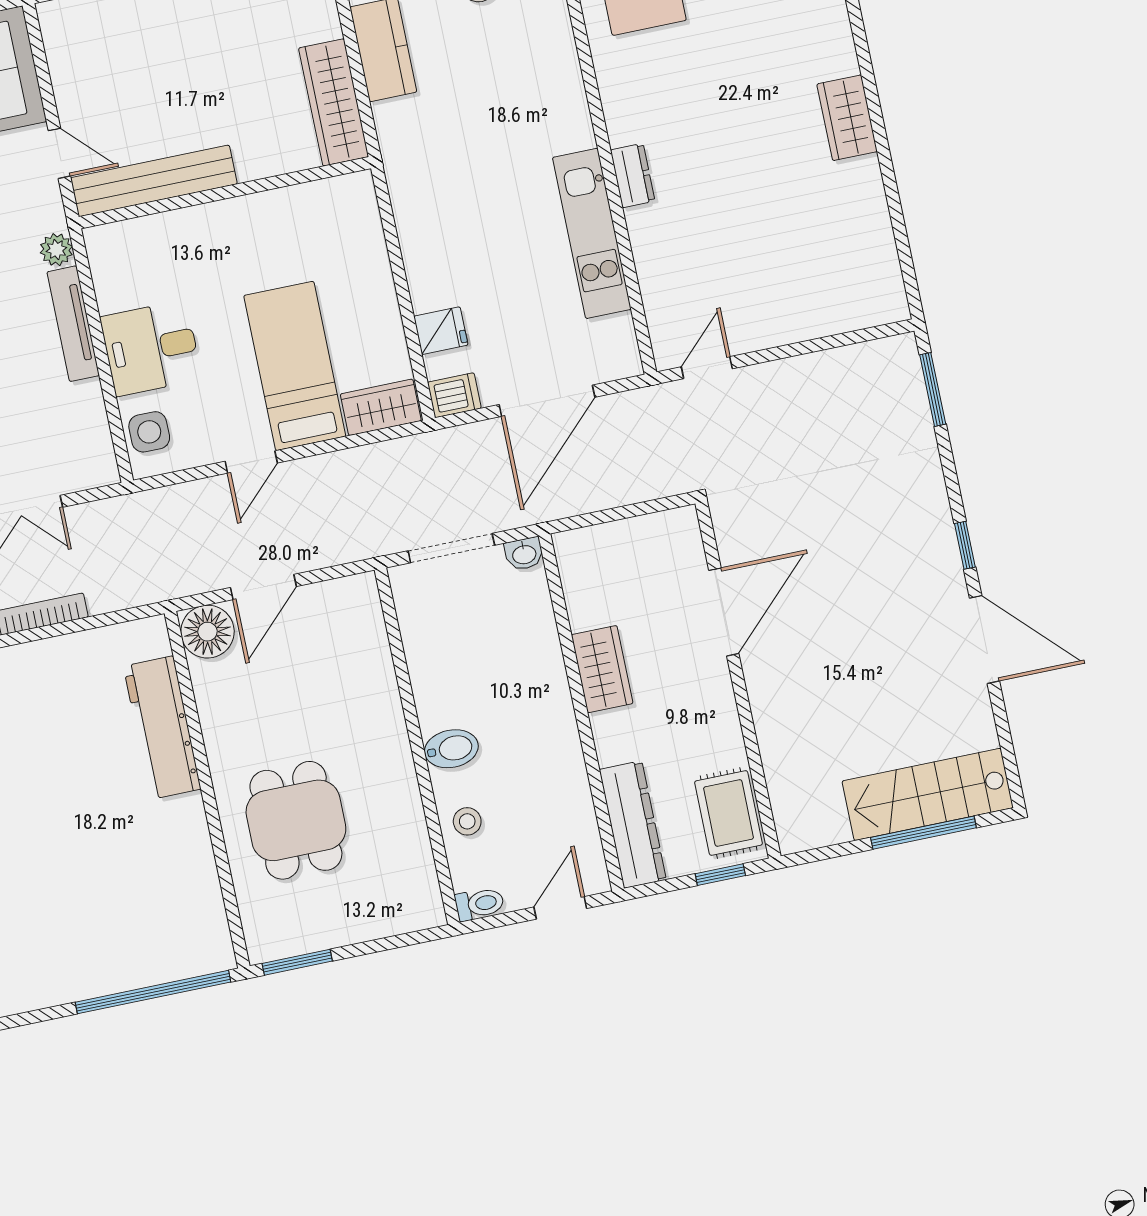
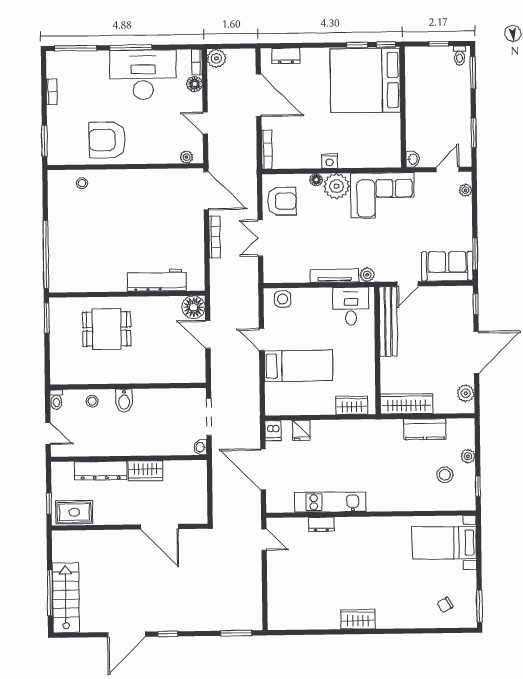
dresser: (633, 176) -> (321, 524), moved
desk: (151, 348) -> (351, 306), moved
wardrobe: (381, 407) -> (352, 405), moved, turned -90
dresser: (633, 825) -> (101, 471), moved

